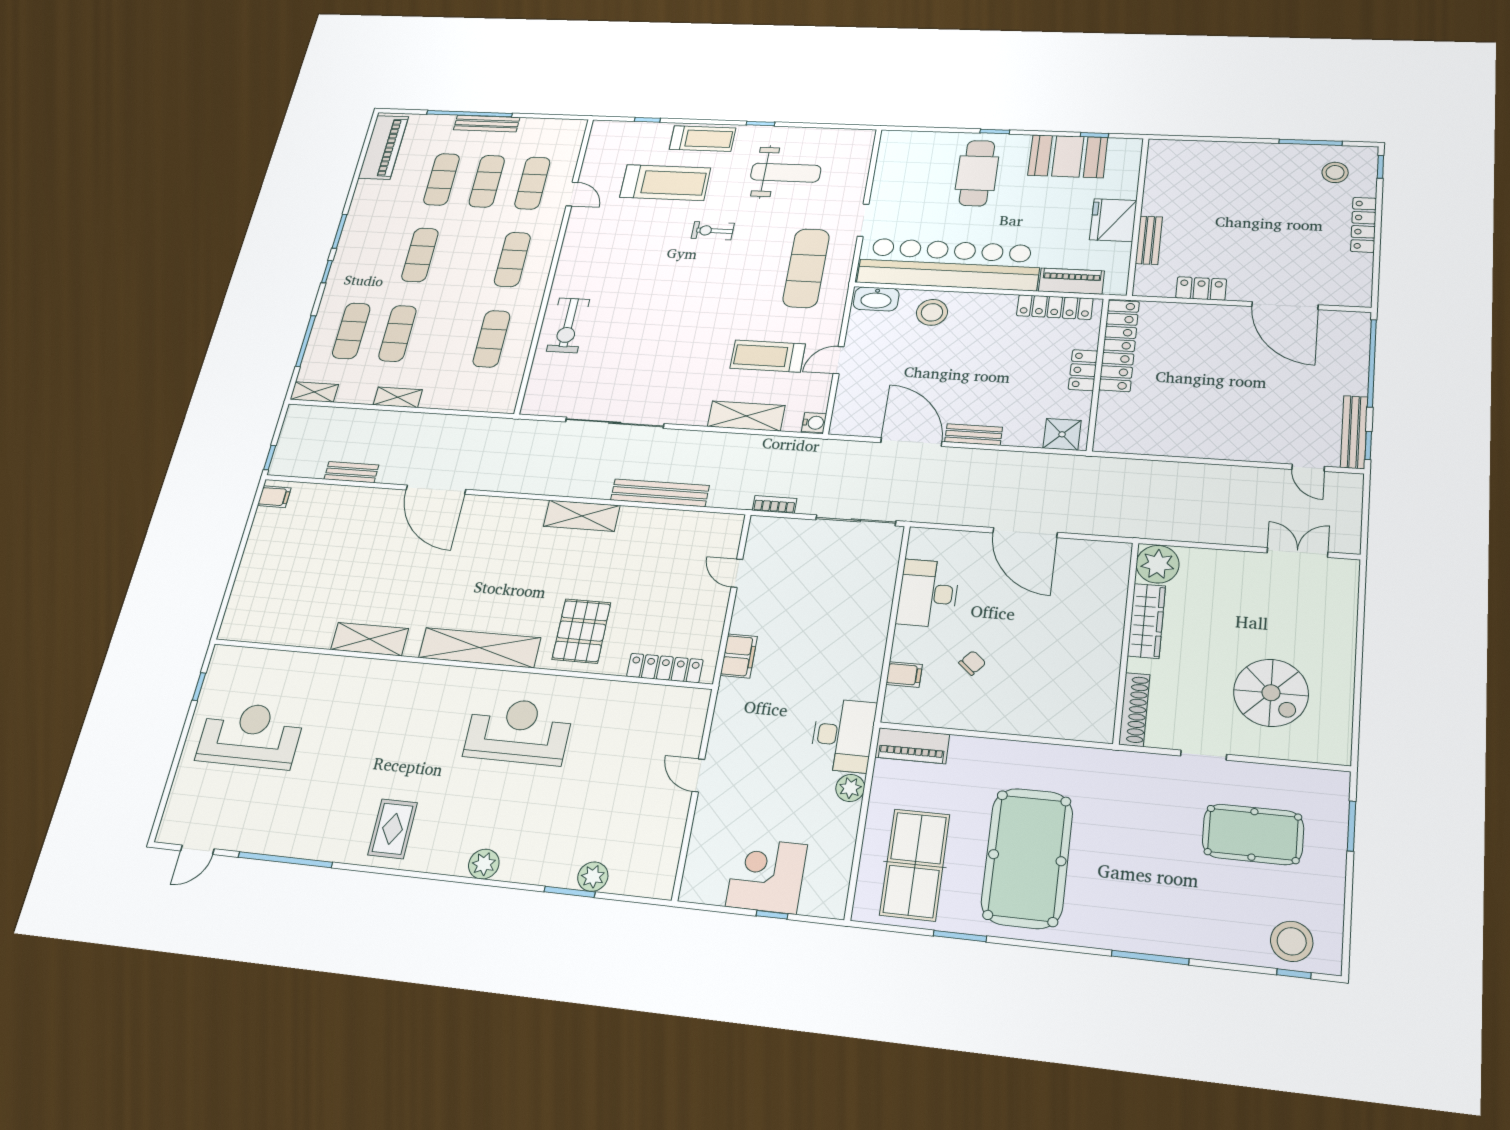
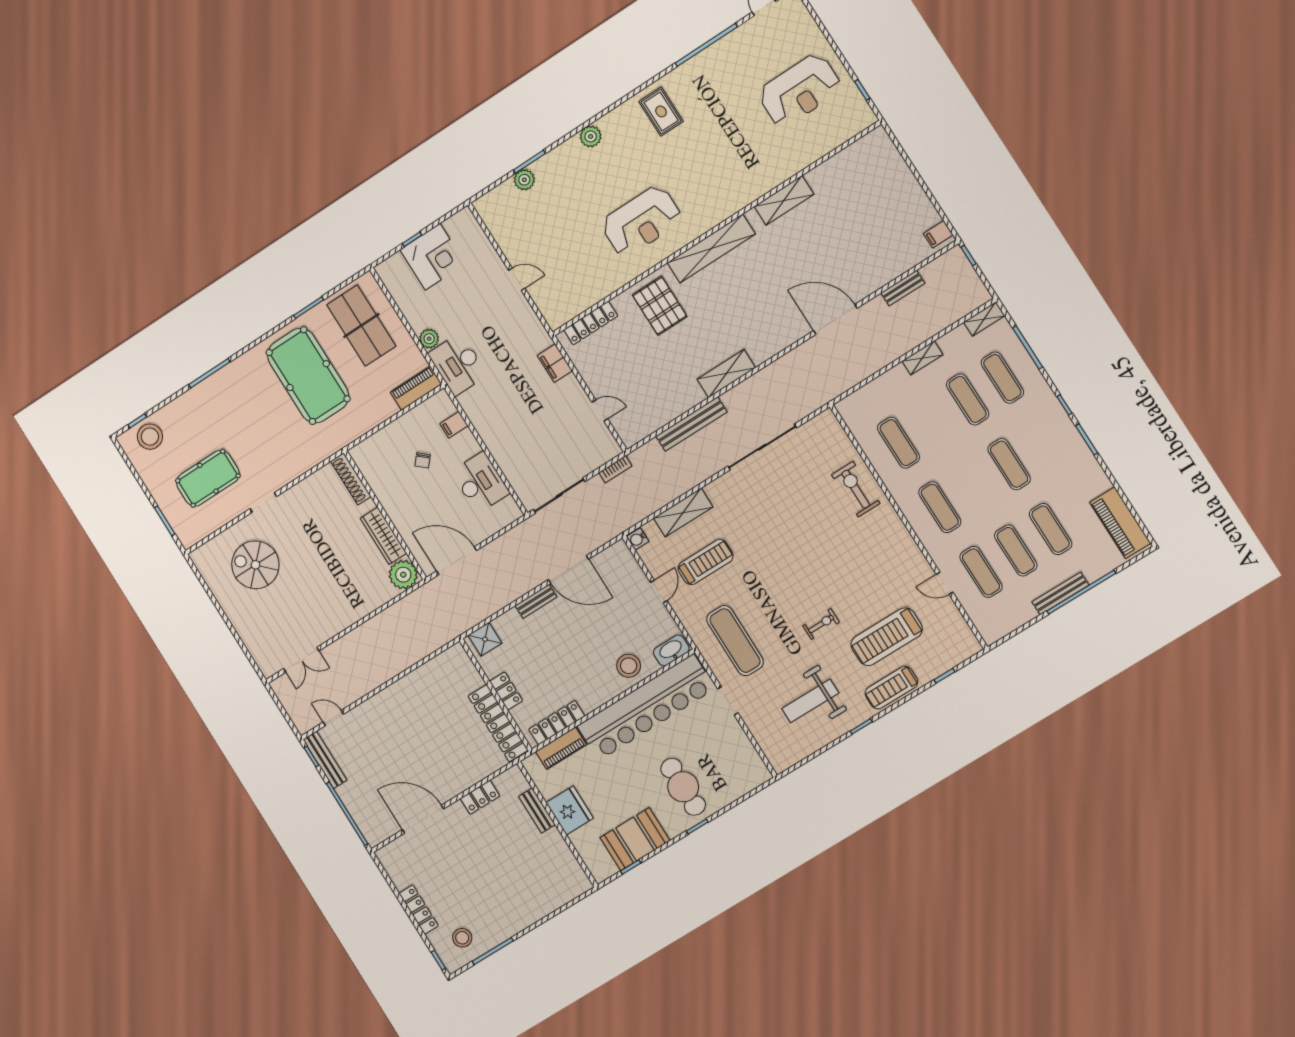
plant: (1158, 564) -> (403, 575), moved
wardrobe: (1146, 621) -> (383, 536), moved
wall: (1126, 641) -> (385, 515), moved
shoe rack: (1134, 709) -> (351, 479), moved

